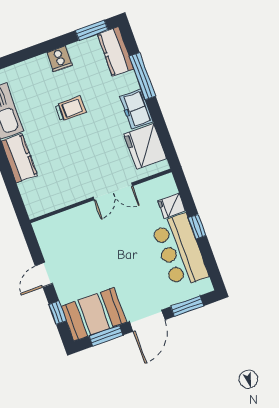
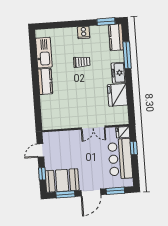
double door: (113, 191) -> (93, 128), moved
wall: (101, 196) -> (86, 128), moved

